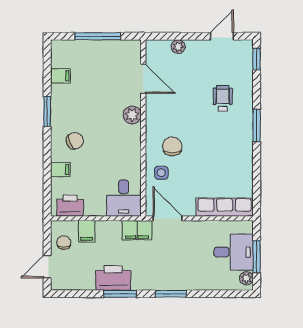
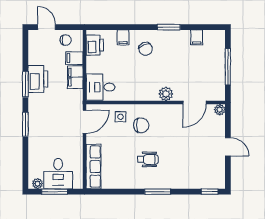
door: (222, 36) -> (228, 147), moved
plant: (178, 47) -> (220, 110), moved
wheelchair: (223, 98) -> (148, 159), moved
filing cabinet: (137, 230) -> (75, 77), moved

